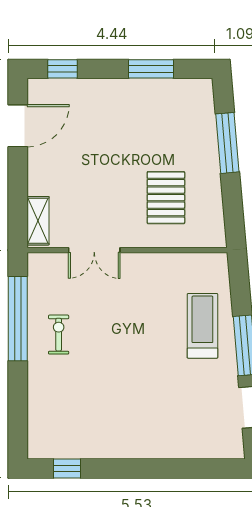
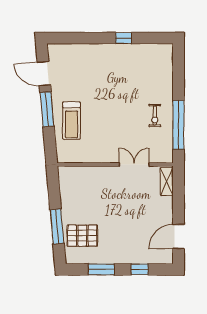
window: (63, 69) -> (140, 269), moved
pallet: (166, 198) -> (82, 236), moved, turned 90
window: (67, 468) -> (124, 38), moved

